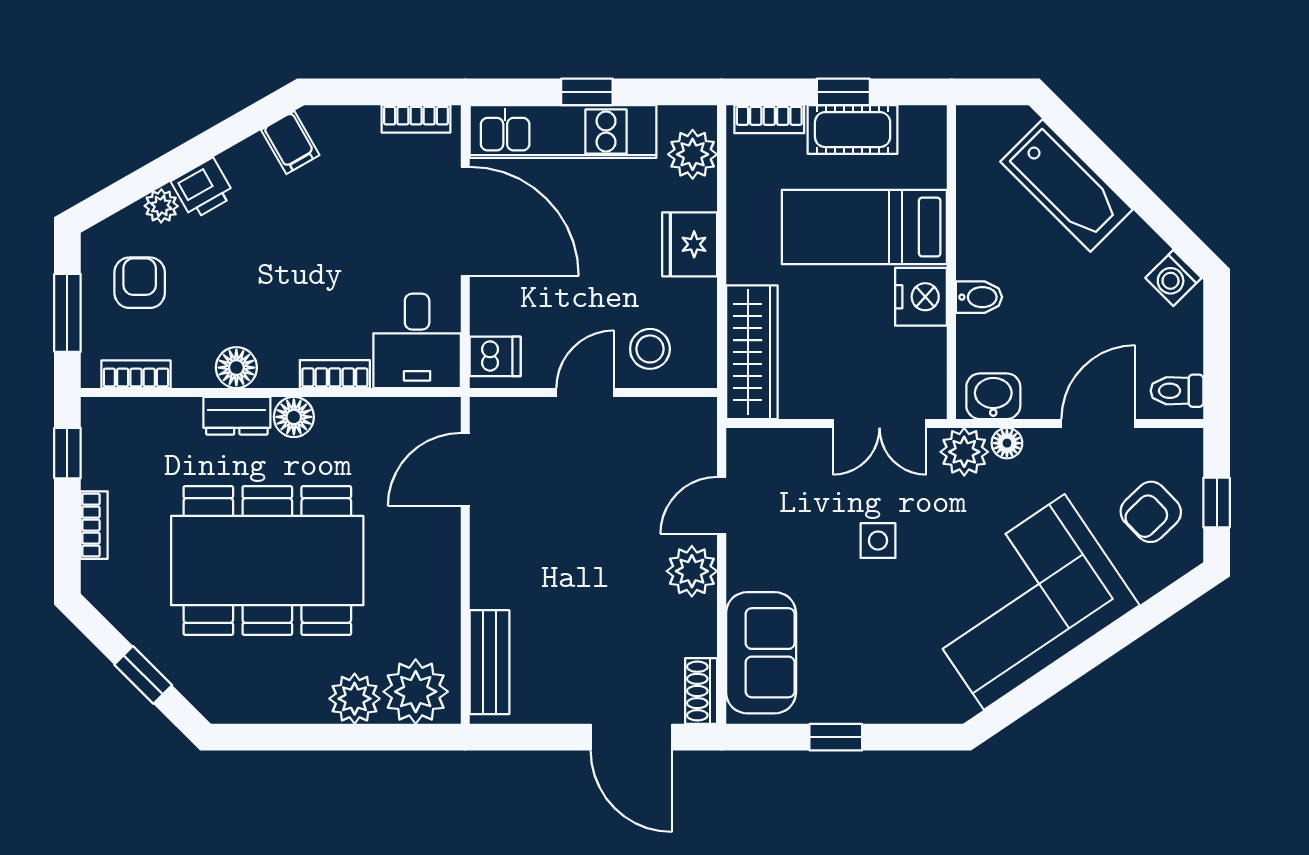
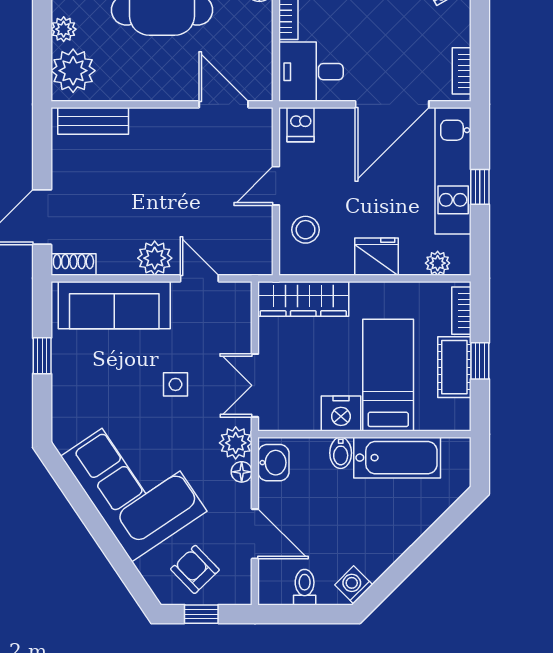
plant: (693, 154) -> (438, 263), width x0.73, depth x0.73
bathtub: (1066, 186) -> (397, 458), moved, turned -135
toilet: (1177, 391) -> (305, 587), moved
door: (585, 392) -> (276, 186), swing flipped
sofa: (761, 653) -> (114, 305), width x1.36
plant: (355, 699) -> (64, 29), width x0.73, depth x0.73

